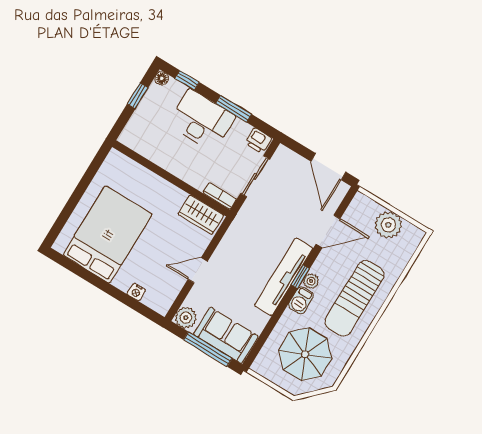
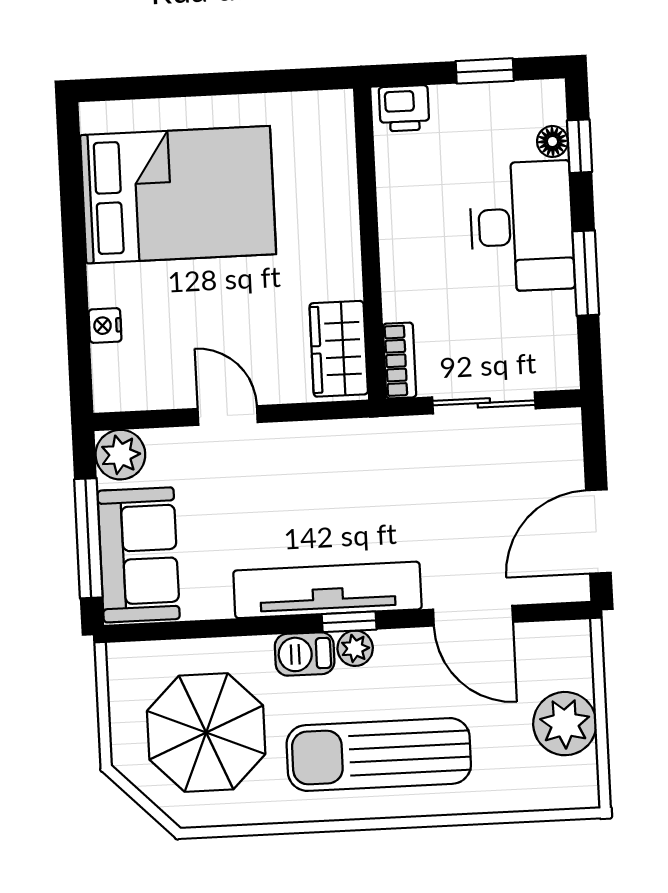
floor lamp: (162, 78) -> (552, 141), moved
printer: (258, 141) -> (404, 108), moved, turned -90

